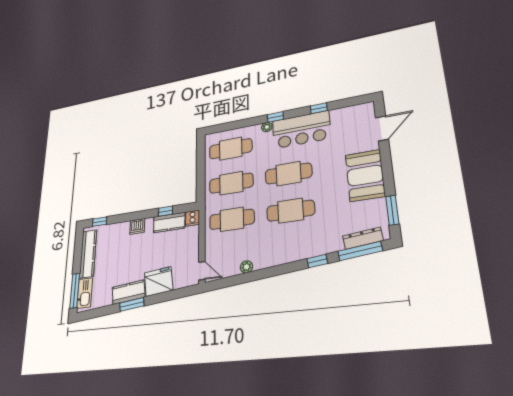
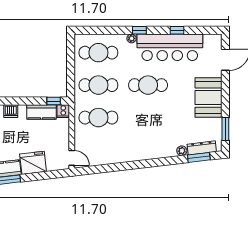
bar counter: (301, 130) -> (170, 47), width x1.36
window: (166, 211) -> (54, 101), moved
cafe table: (291, 211) -> (148, 118), removed
window: (360, 251) -> (199, 157), width x0.69
window: (317, 261) -> (166, 161), removed
plant: (246, 267) -> (182, 151), moved

